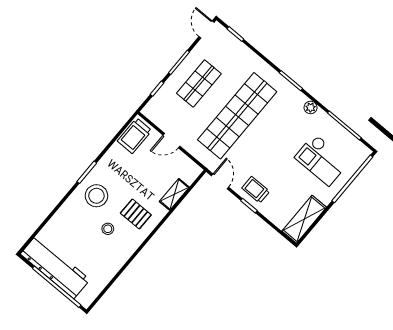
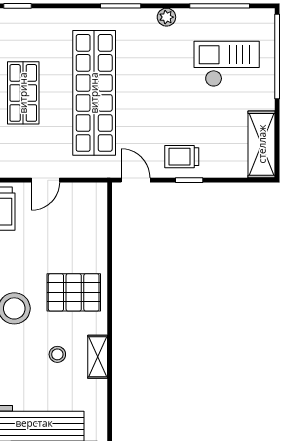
checkout: (322, 160) -> (227, 64), turned 180
shelving: (174, 194) -> (98, 357), moved
pallet: (136, 214) -> (74, 292), width x1.50, depth x1.42
stool: (108, 229) -> (57, 354), moved

